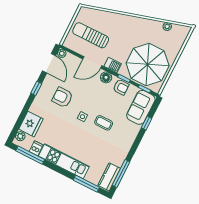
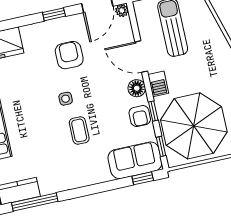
window: (147, 123) -> (143, 178), moved

